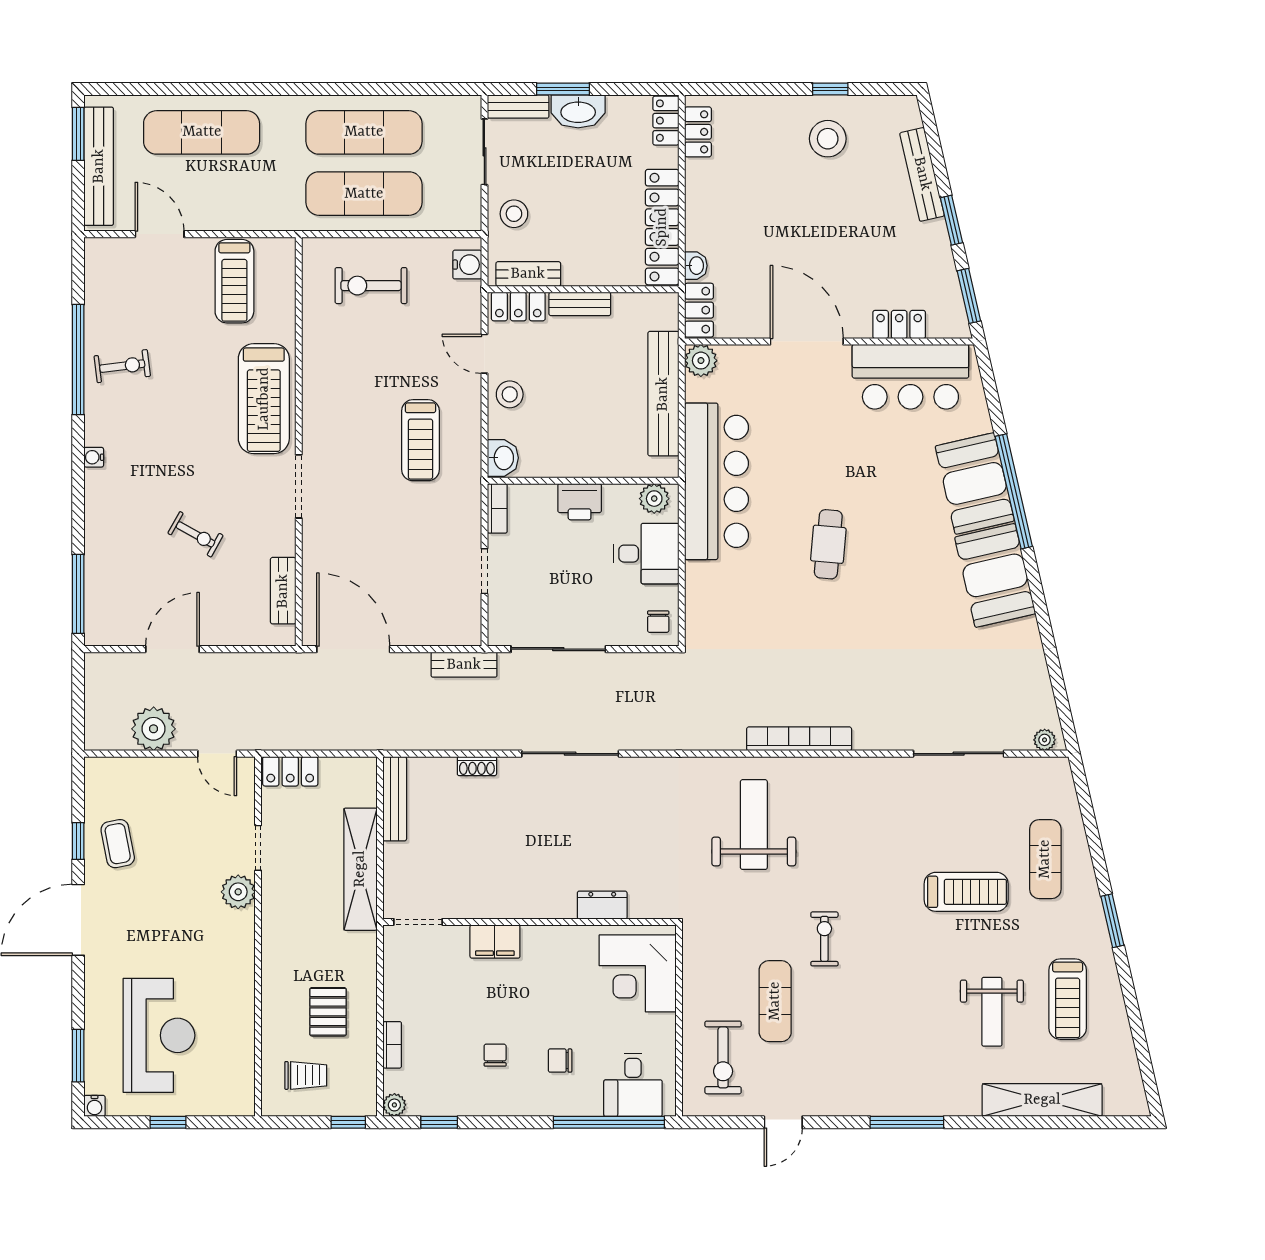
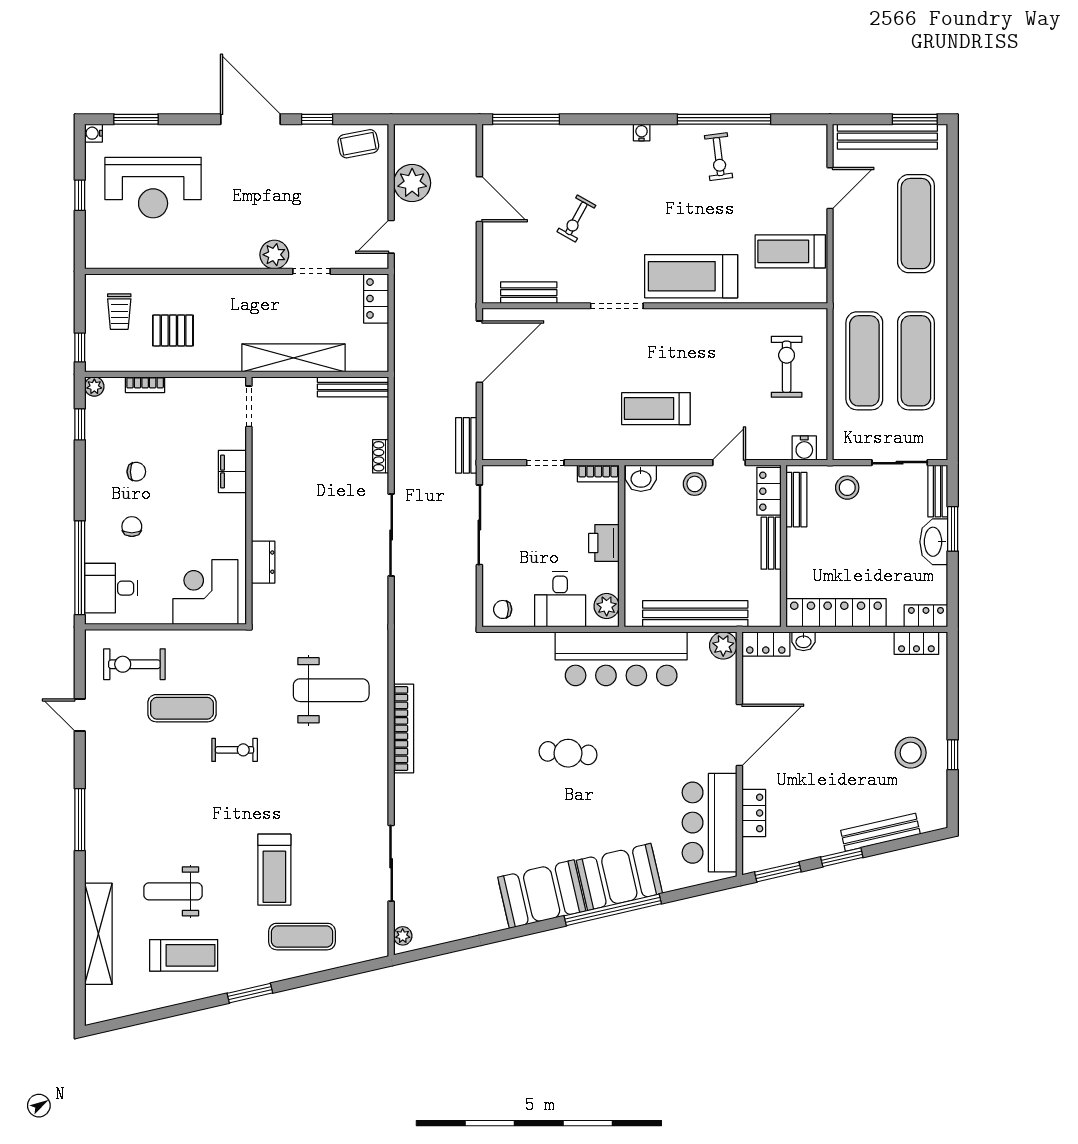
coffee table: (118, 844) -> (358, 144), moved
treadmill: (1068, 999) -> (184, 955), turned 180

